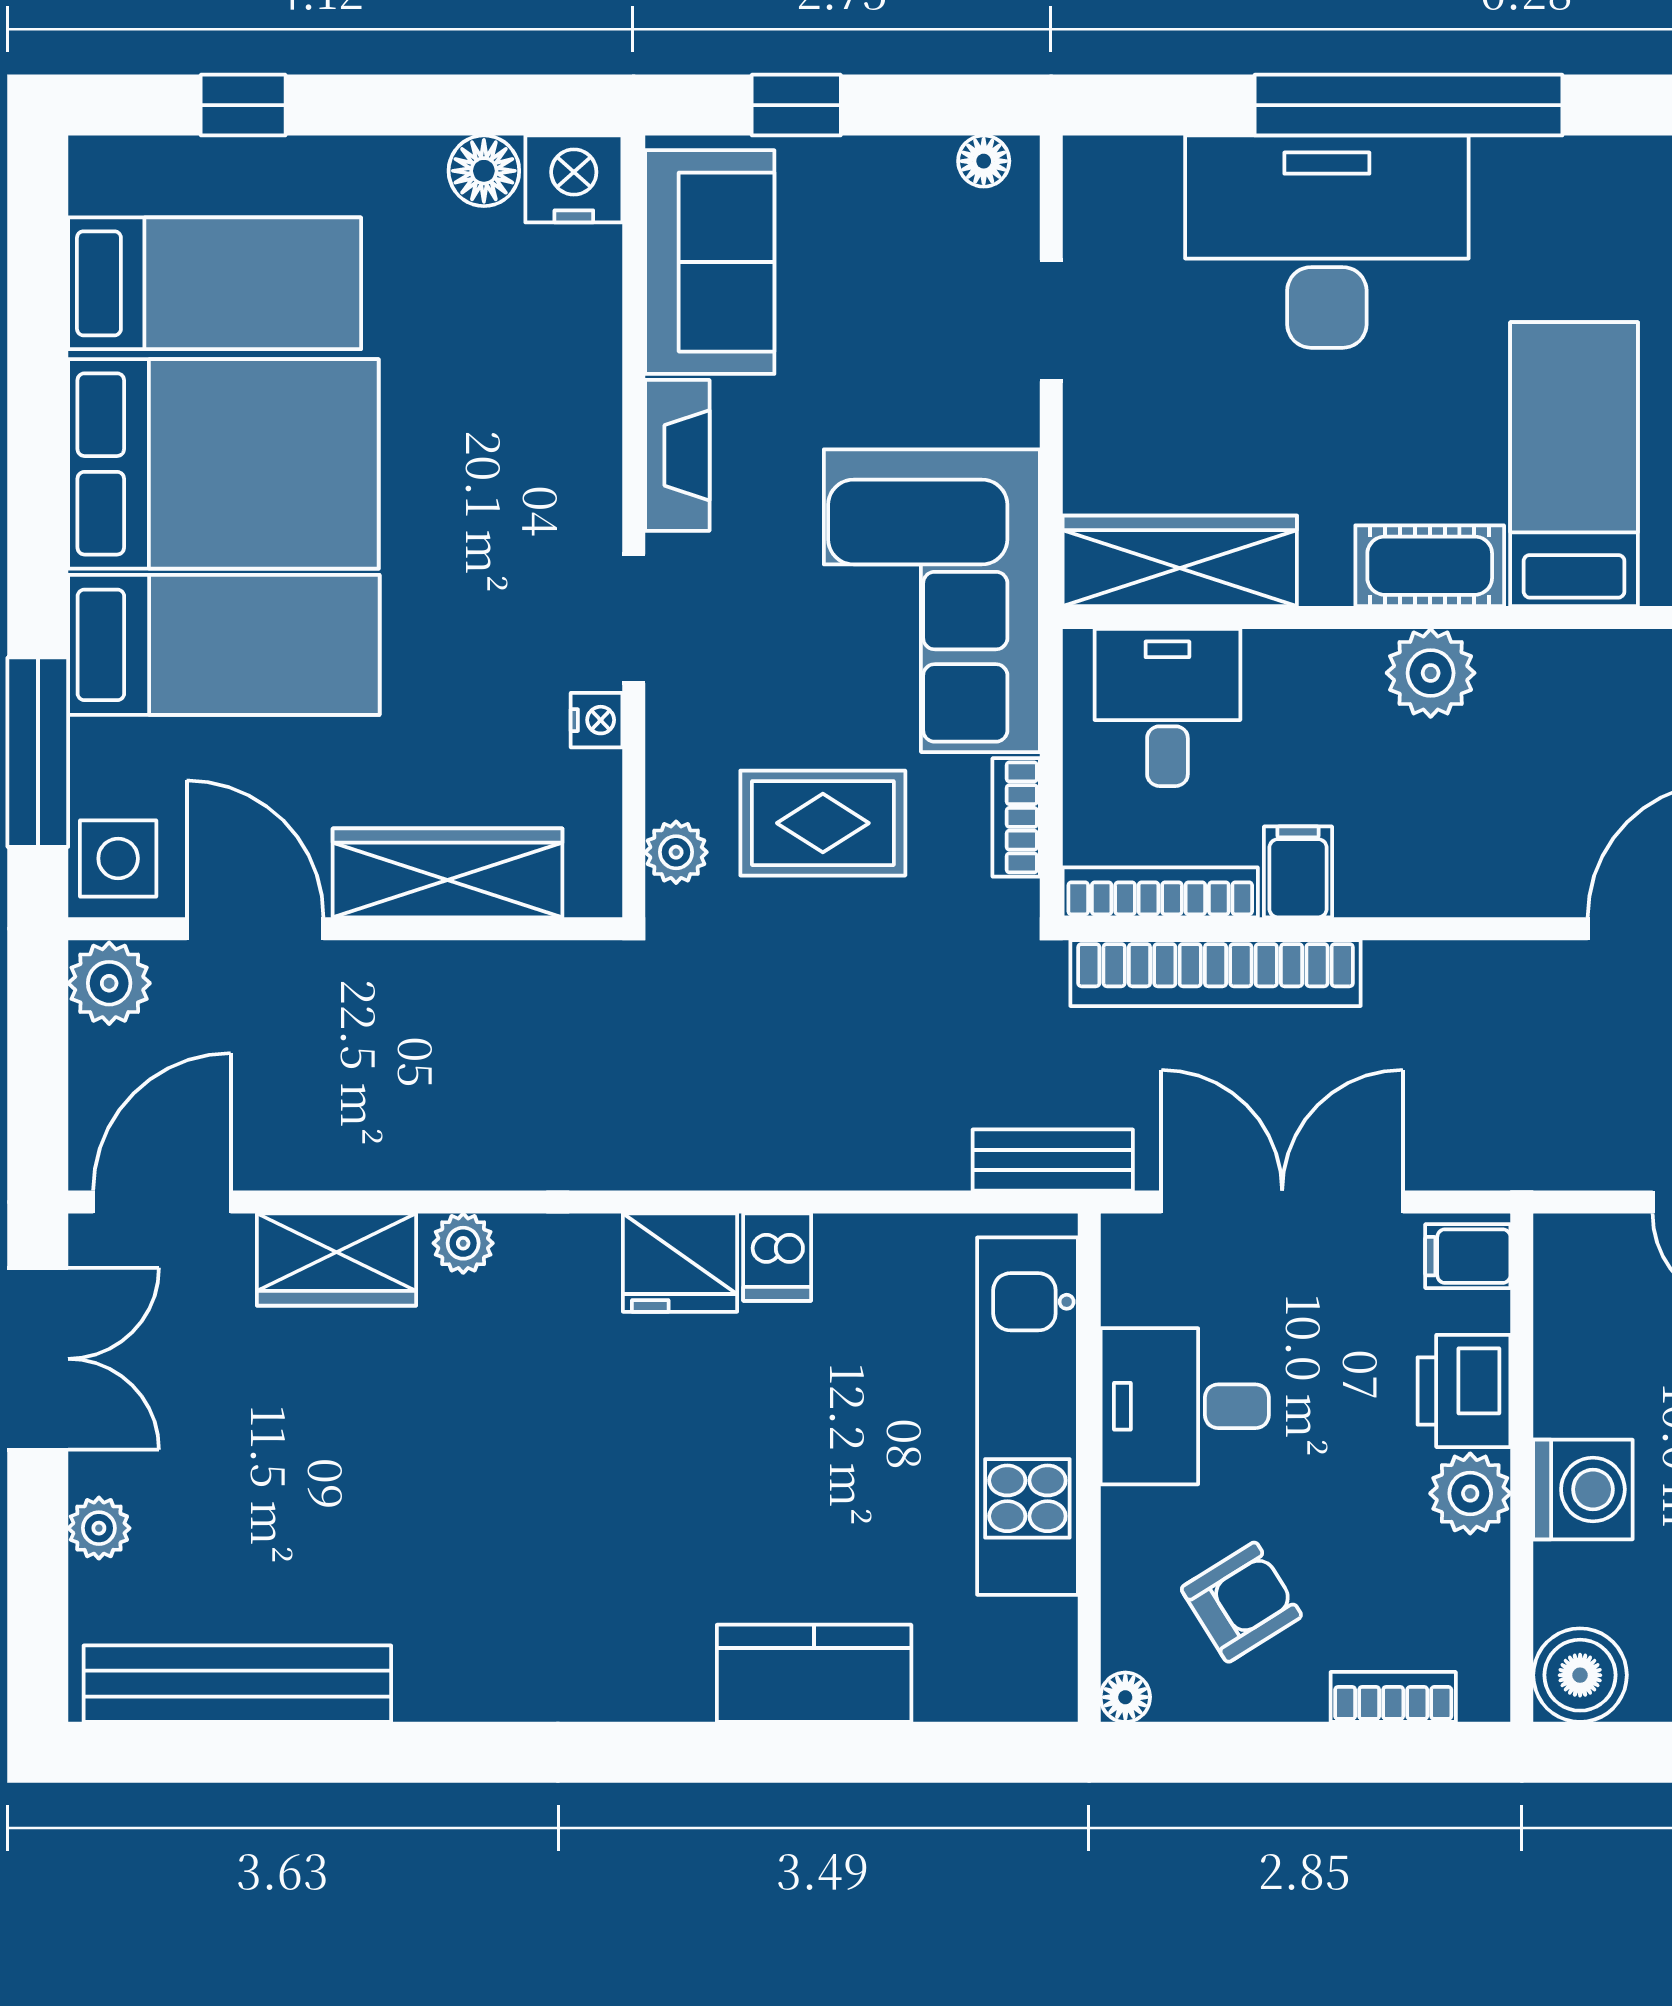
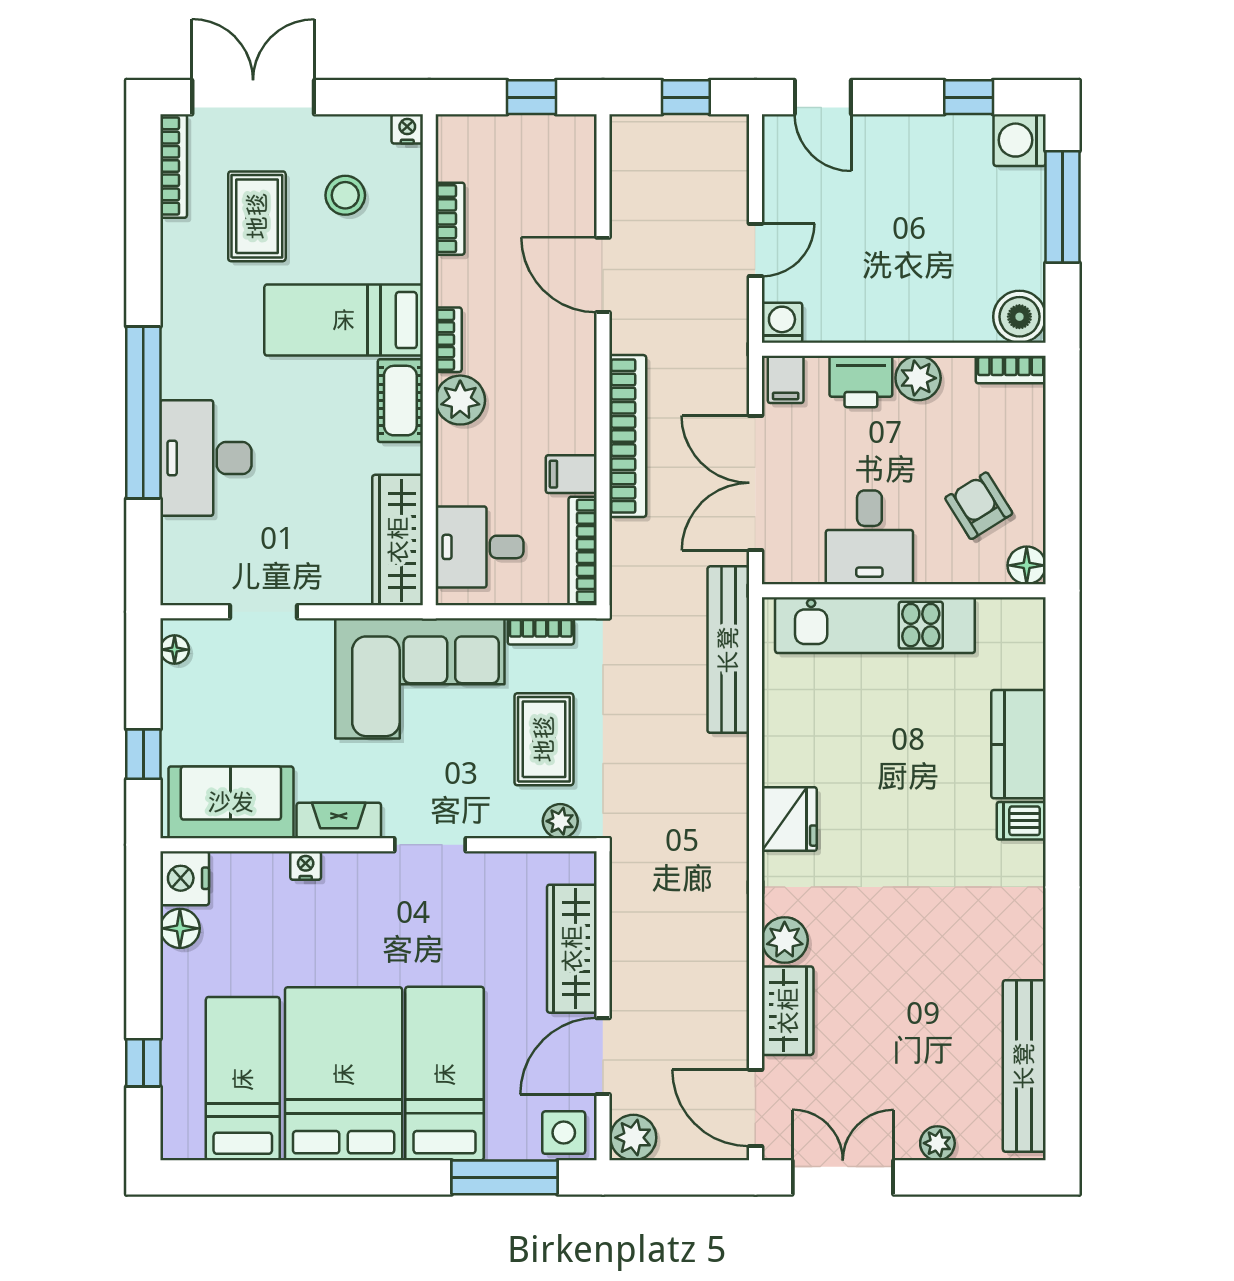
desk: (1327, 242) -> (206, 458), width x0.73, depth x0.77
bookcase: (1539, 652) -> (449, 340), added
nightstand: (597, 720) -> (306, 866), moved
bookcase: (1216, 973) -> (628, 436), moved
bench: (1053, 1160) -> (728, 650), width x1.86, depth x1.21
plant: (463, 1243) -> (785, 940), width x1.38, depth x1.38
dishwasher: (777, 1257) -> (1021, 821), moved, turned 180
washing machine: (1583, 1489) -> (782, 323), moved, width x0.73, depth x0.73
floor lamp: (1125, 1697) -> (1027, 565), width x1.37, depth x1.37
bookcase: (1393, 1697) -> (1011, 370), moved, turned -90

